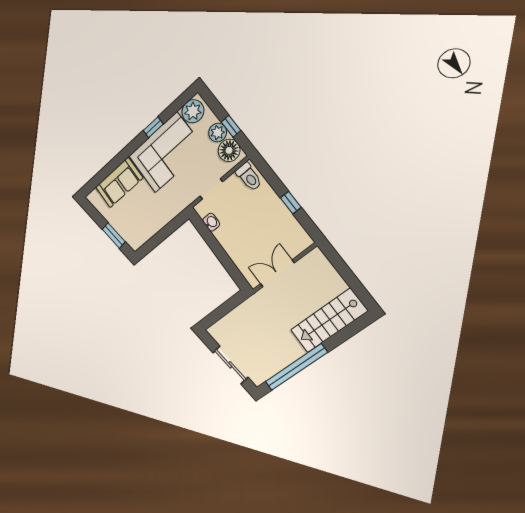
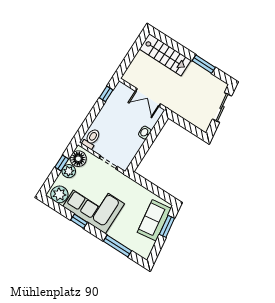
window: (111, 167) -> (118, 246), added
sofa: (119, 182) -> (154, 220), moved, turned -98
window: (291, 203) -> (106, 94), moved
washbasin: (211, 222) -> (145, 133), moved
window: (296, 367) -> (204, 64), width x0.47

